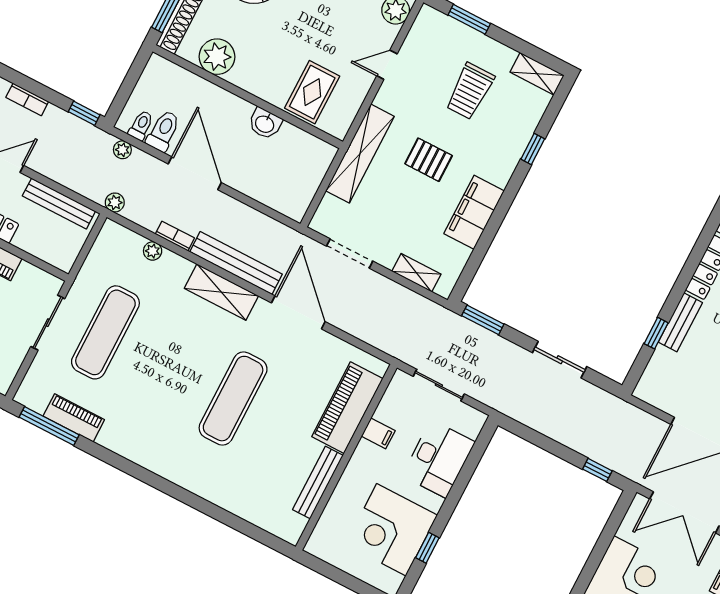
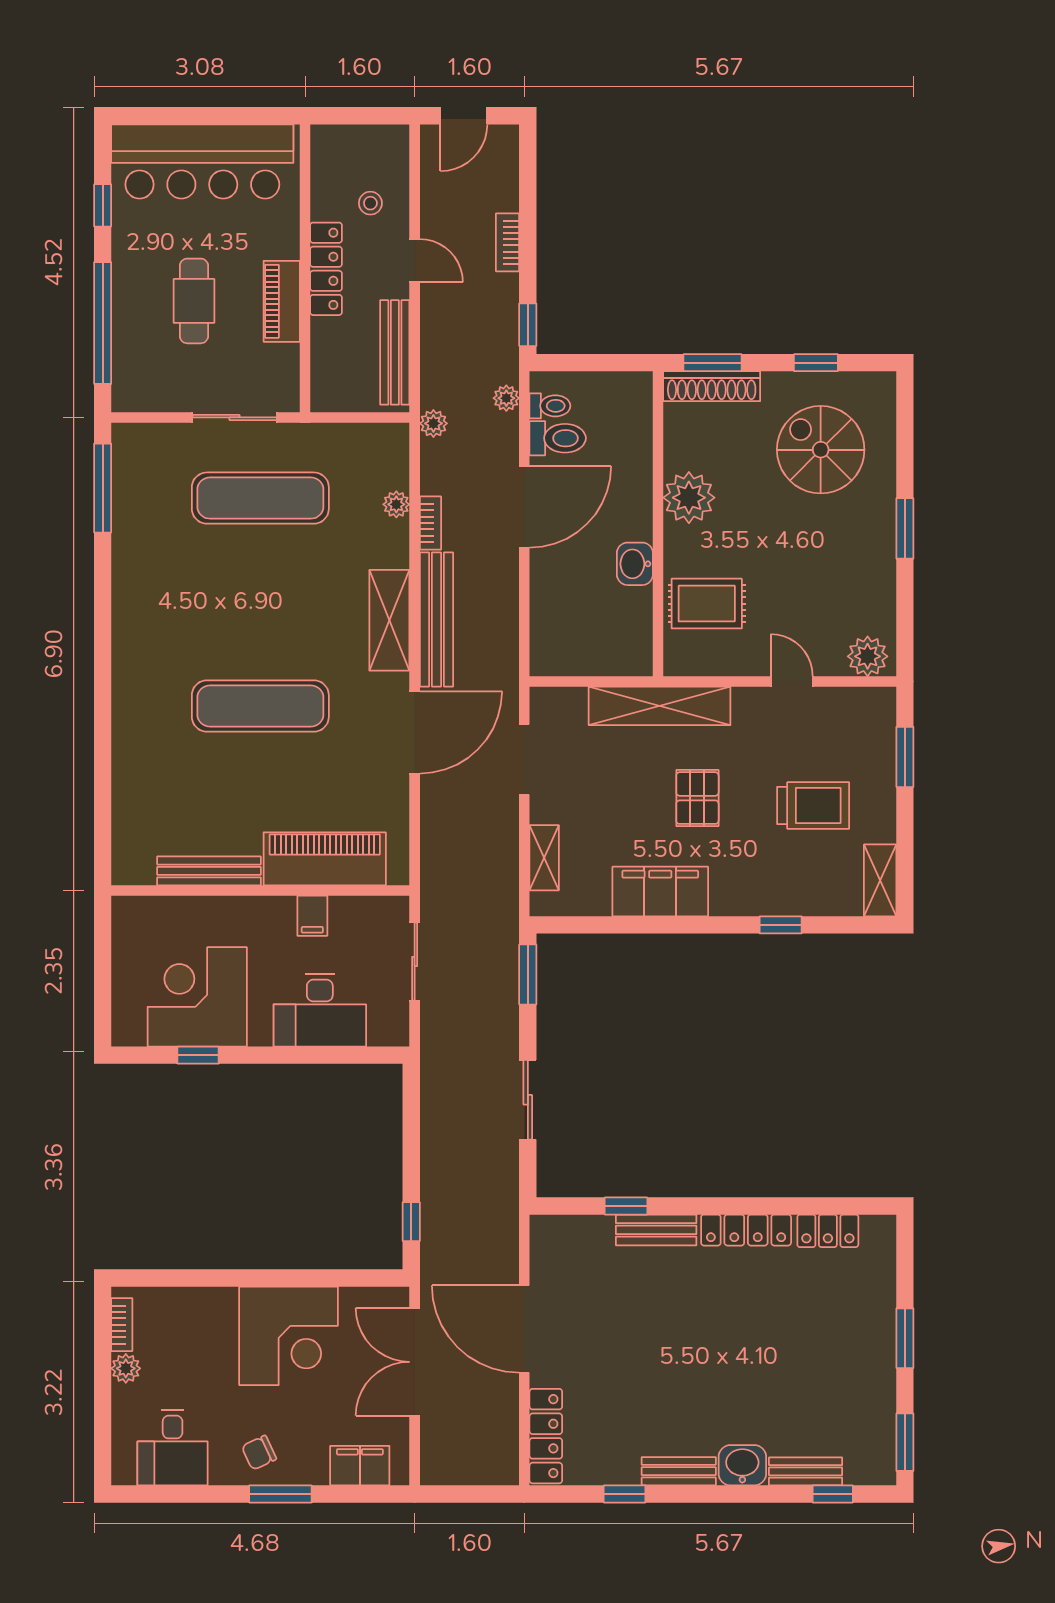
plant: (217, 57) -> (689, 498), moved
trolley: (470, 91) -> (813, 806), turned 180
piano: (74, 418) -> (129, 514), removed

